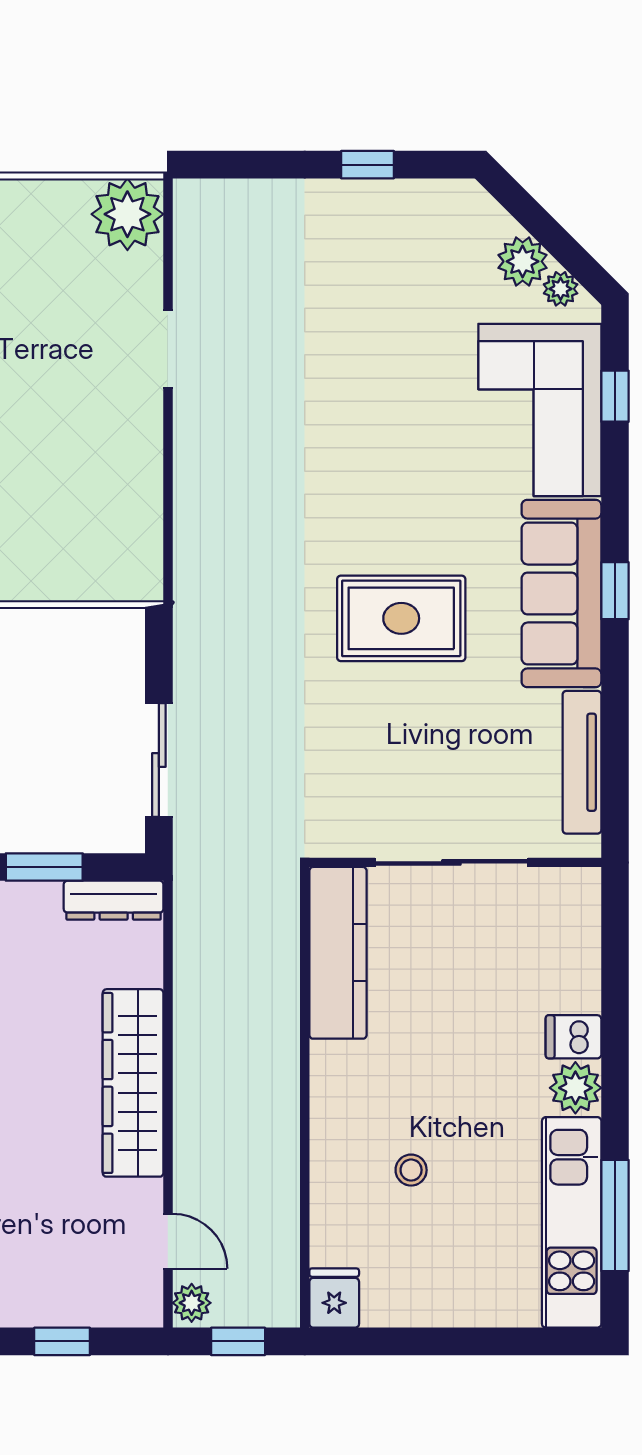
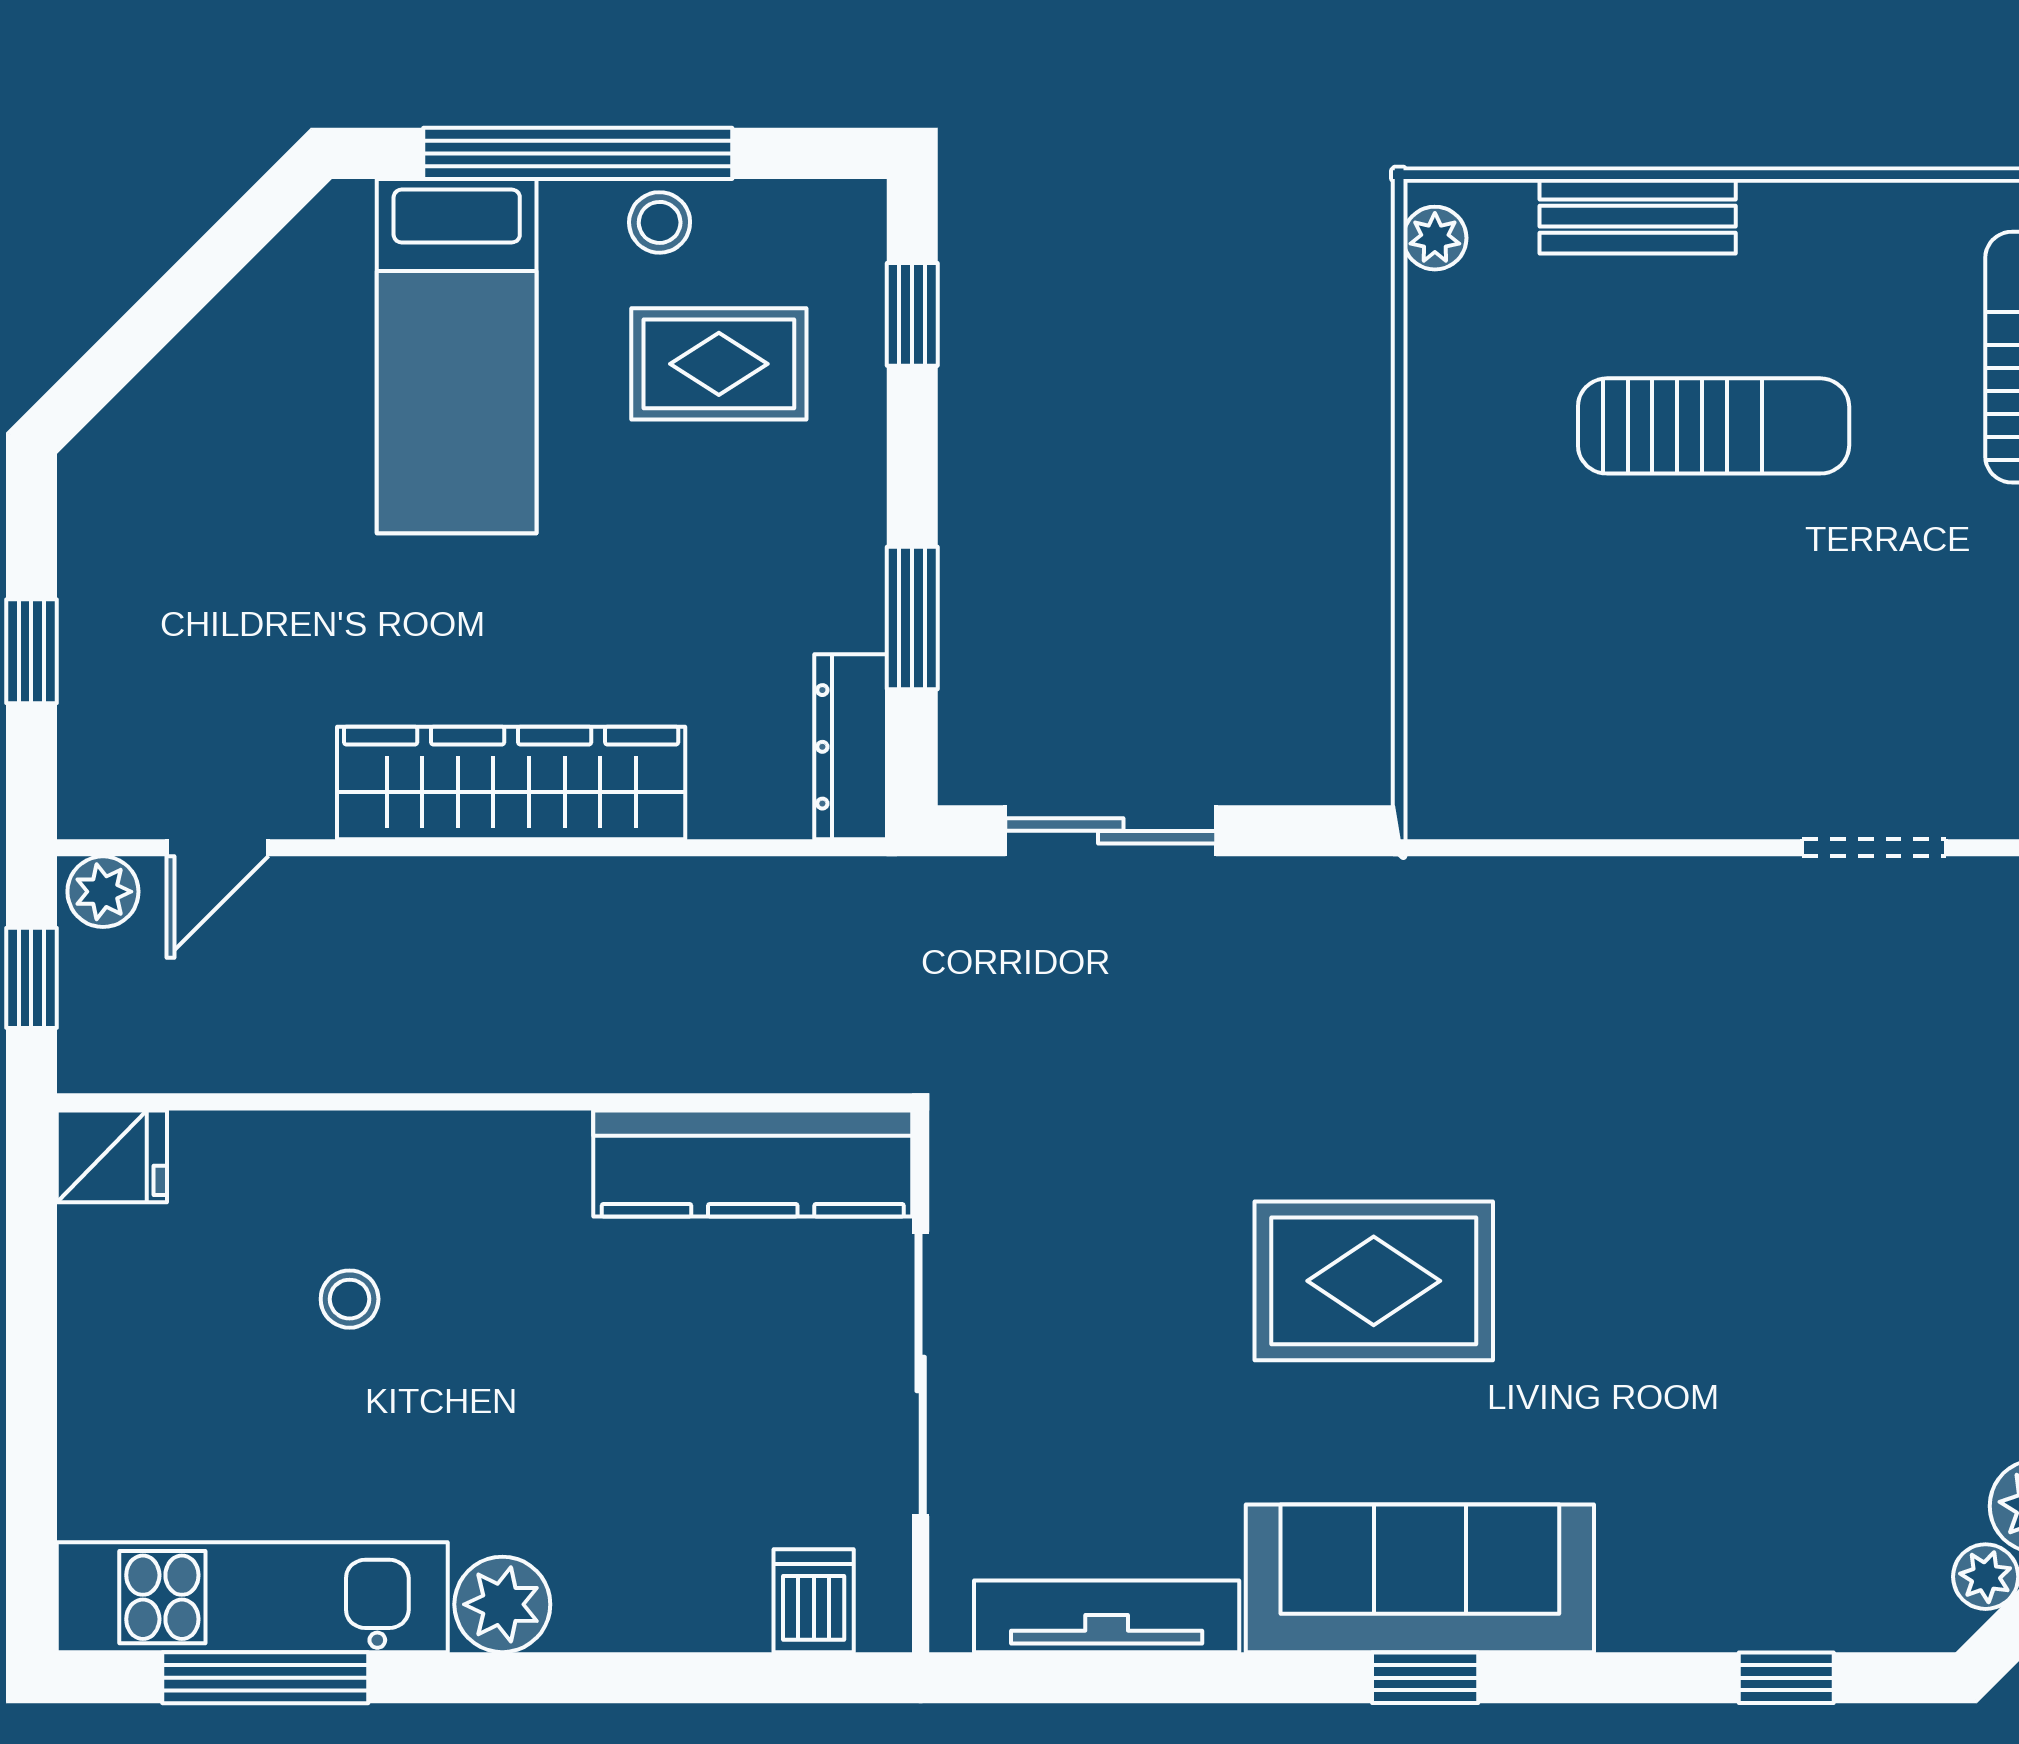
corner sofa: (540, 410) -> (1761, 1538), removed
rug: (401, 618) -> (1374, 1281), turned 90
dishwasher: (573, 1037) -> (814, 1601), moved

